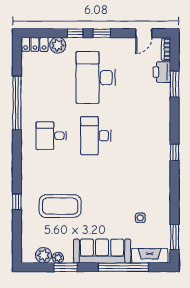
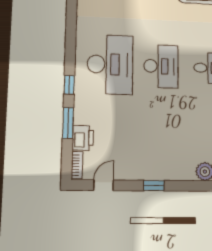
window: (75, 33) -> (185, 186), removed
desk: (96, 78) -> (110, 64), moved
window: (175, 152) -> (69, 85), moved

